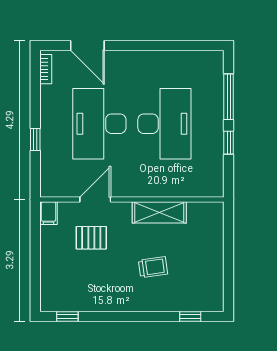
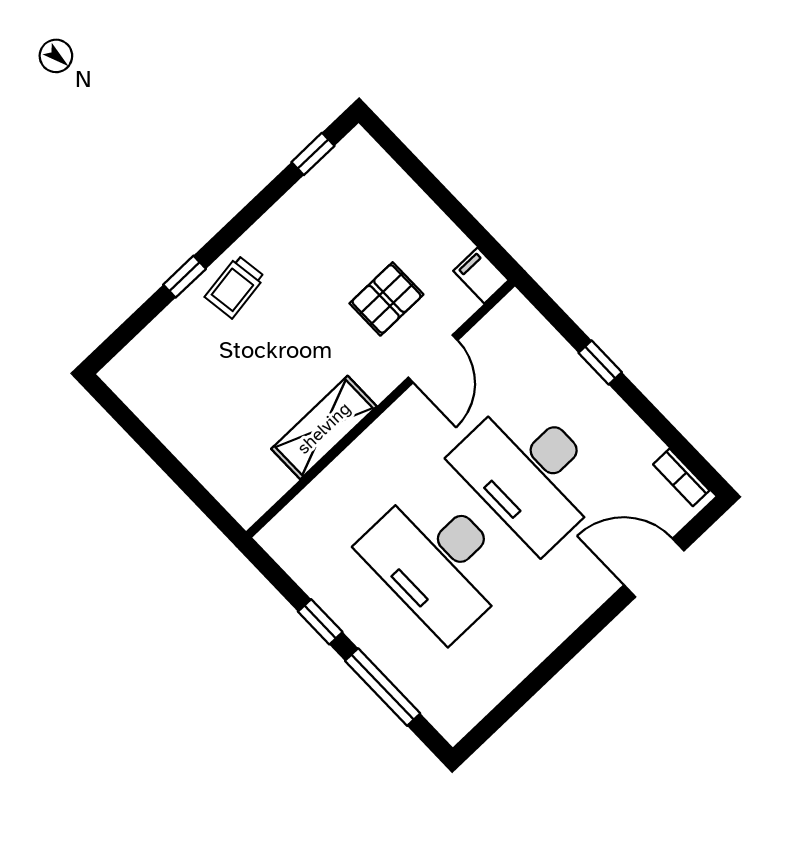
desk: (99, 124) -> (530, 473), turned 180
trolley: (153, 267) -> (235, 287), moved
window: (190, 316) -> (185, 277), moved

